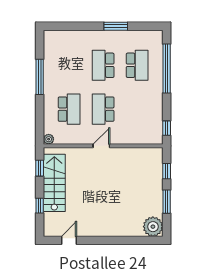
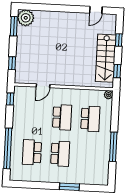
window: (116, 26) -> (69, 187), moved
school desk: (69, 109) -> (90, 119), turned 180
door: (101, 146) -> (43, 86), moved
window: (167, 202) -> (14, 26), moved

